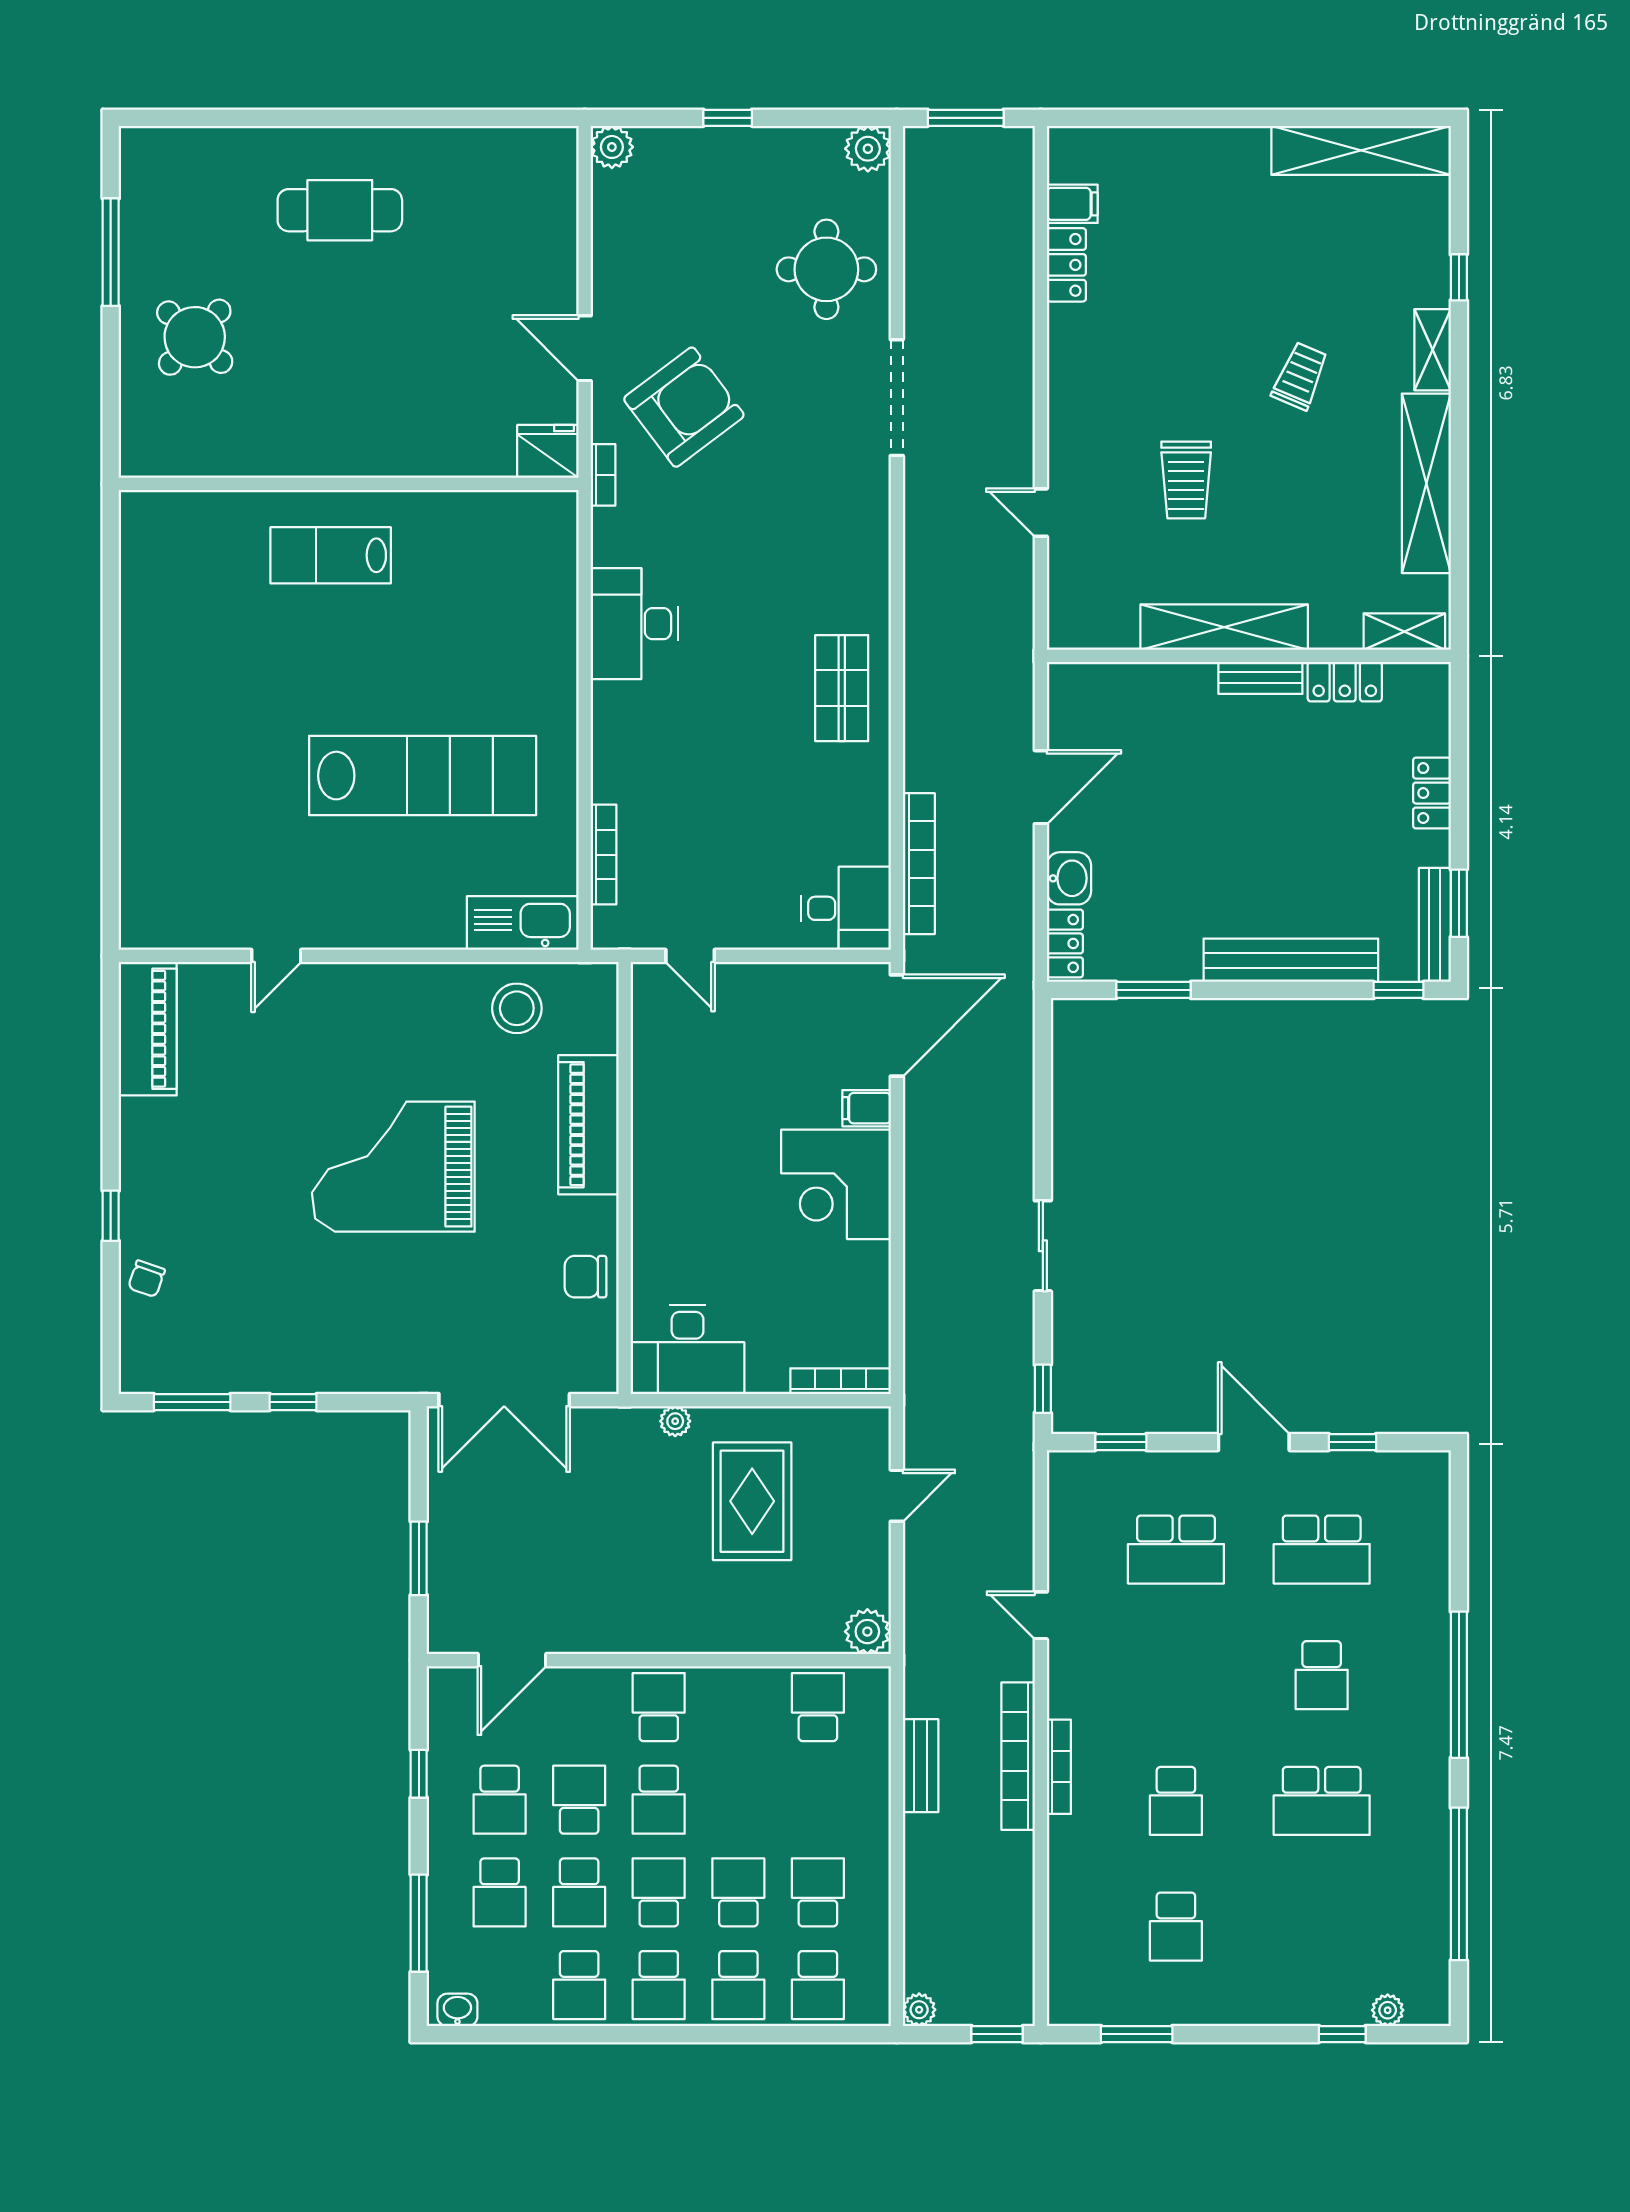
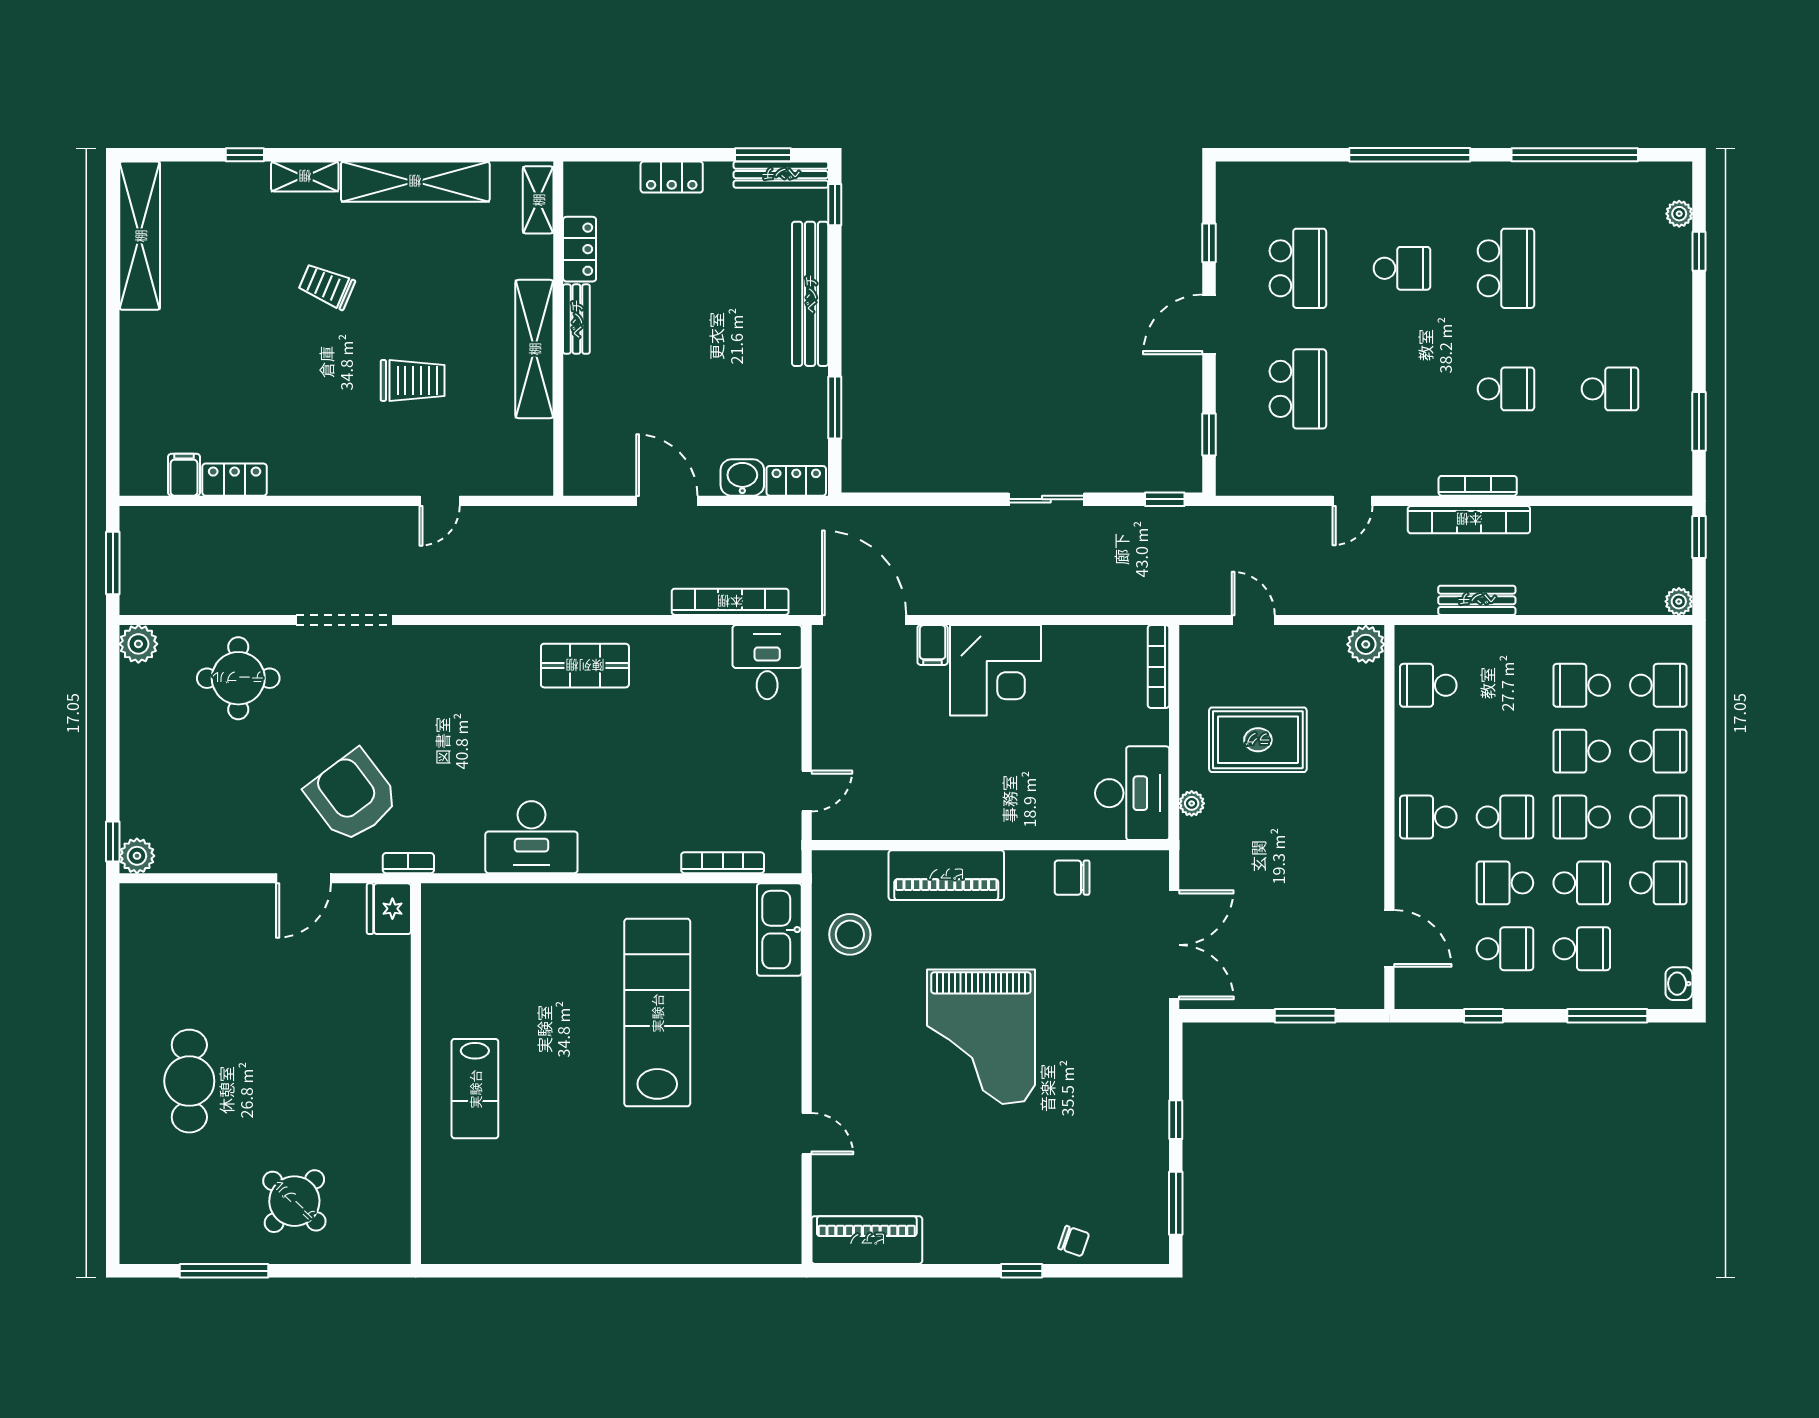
window: (728, 118) -> (113, 841), moved
chair: (585, 1277) -> (1072, 878), turned 90

